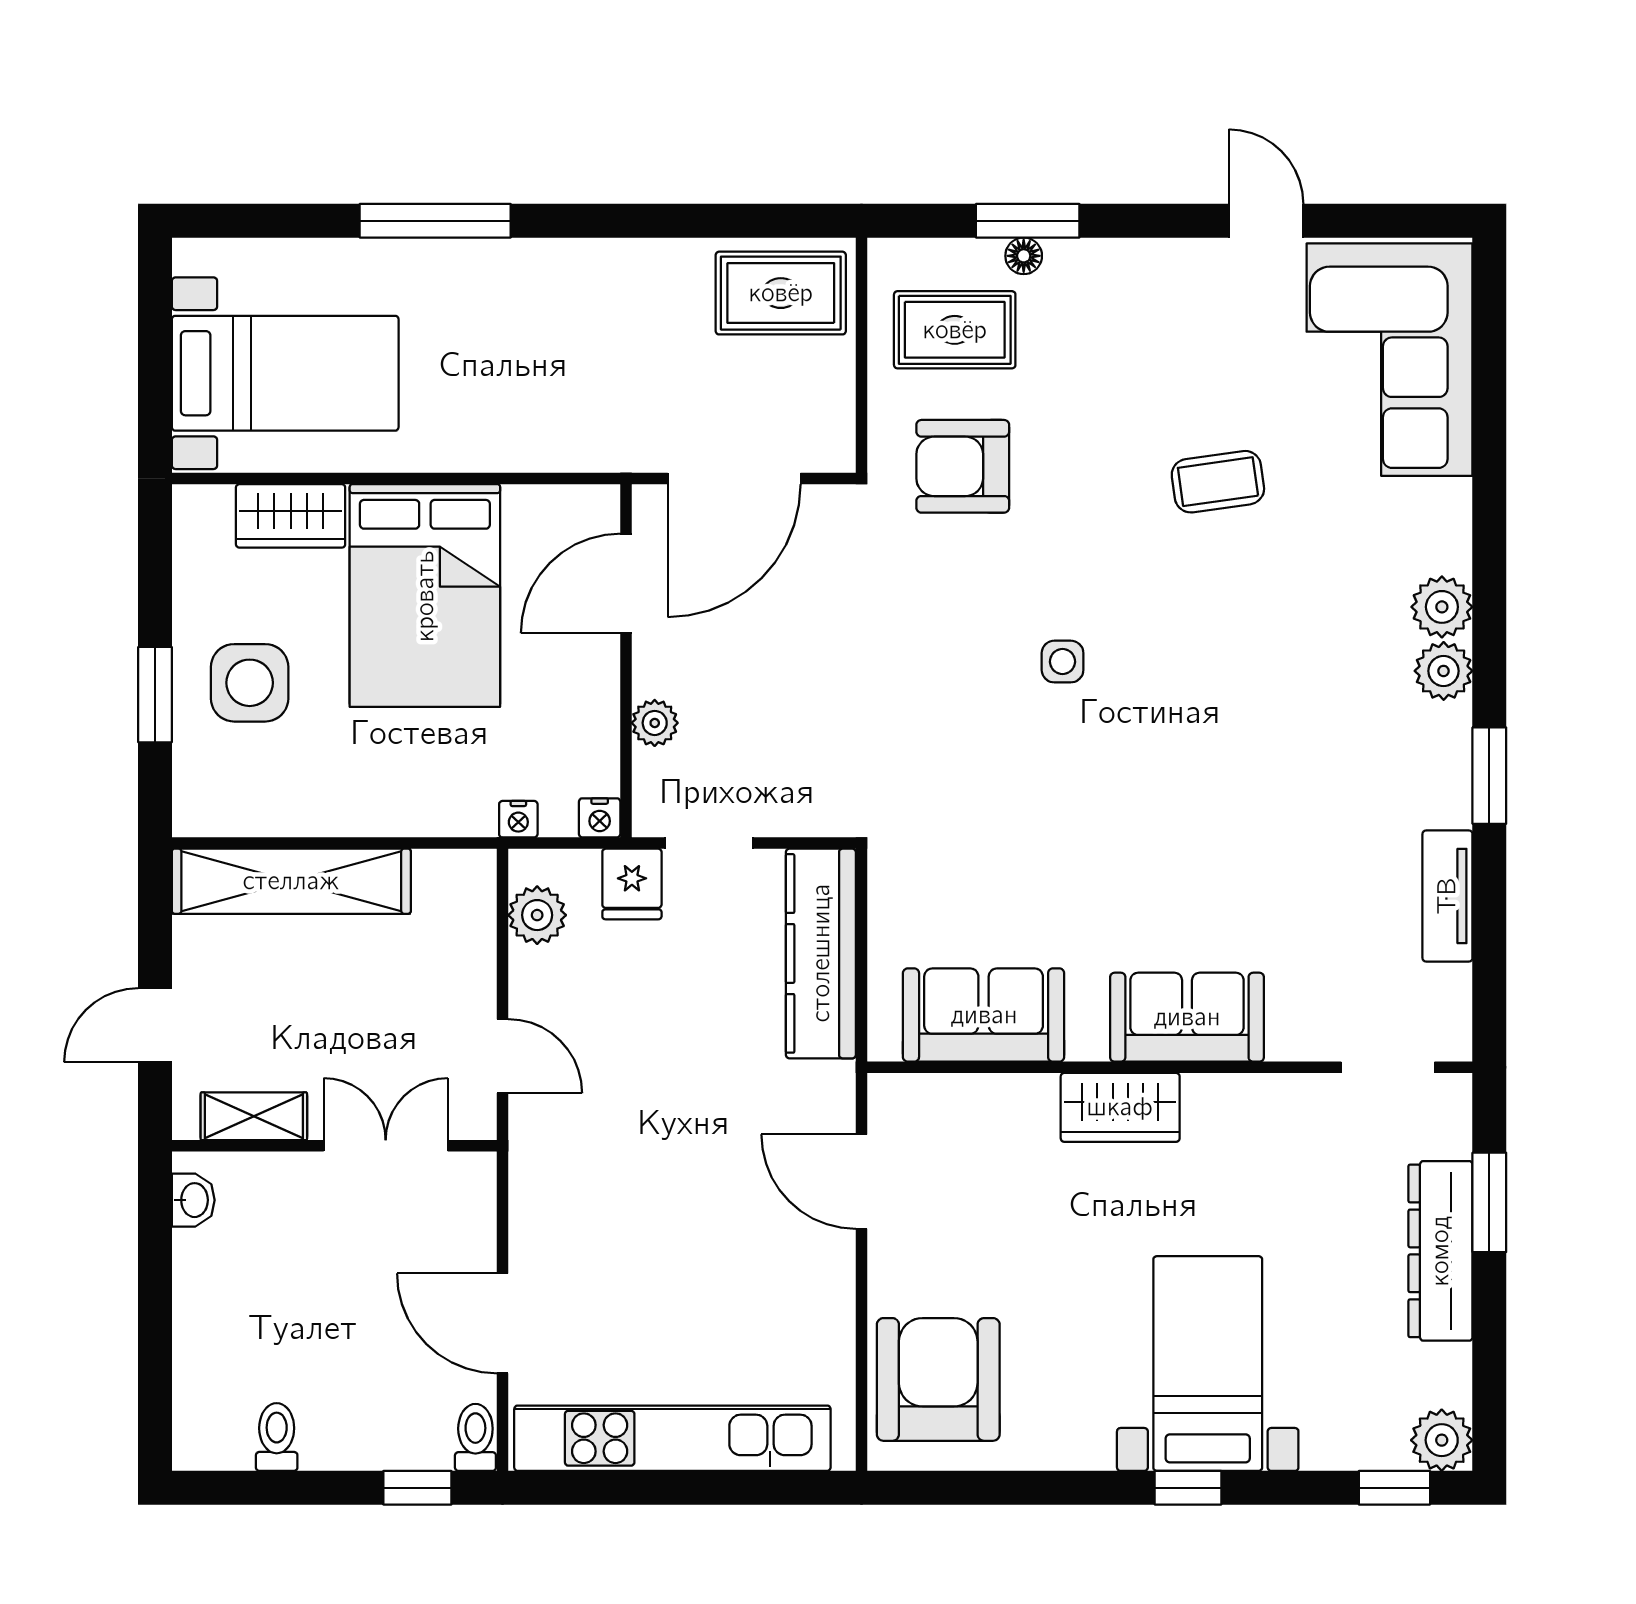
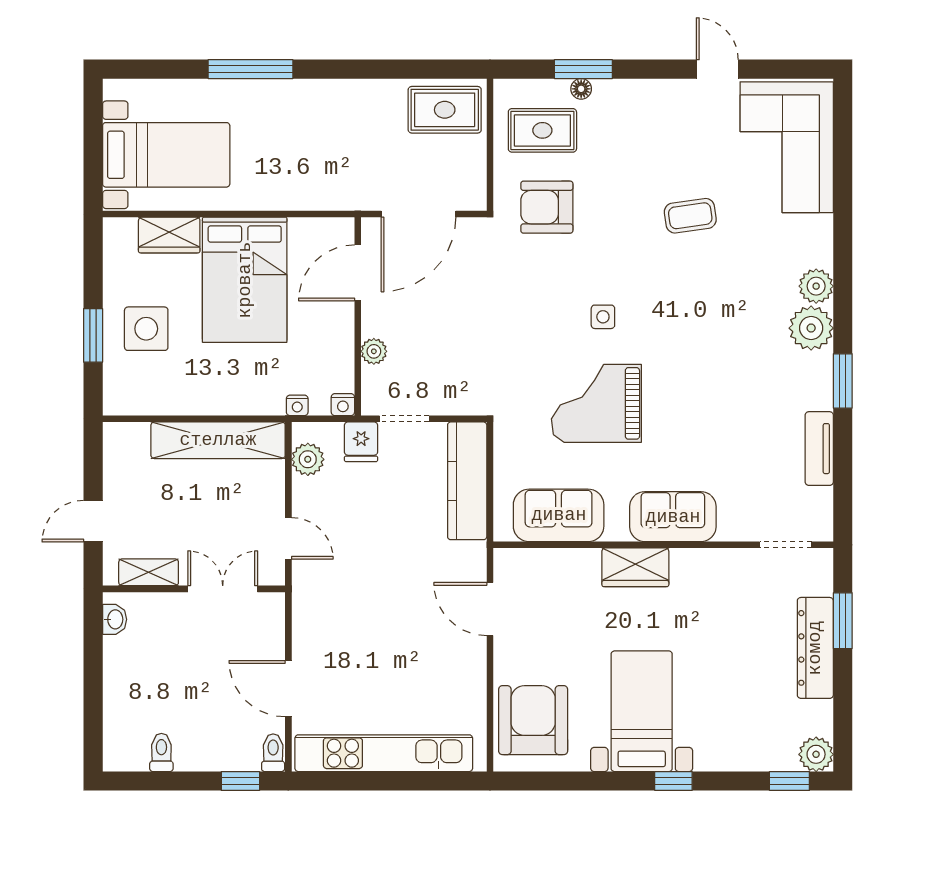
plant: (1444, 671) -> (811, 328), width x1.36, depth x1.36
grand piano: (1051, 816) -> (596, 403), added
shelving: (291, 881) -> (218, 440), moved
bed with nightstands: (1208, 1364) -> (642, 711), moved

